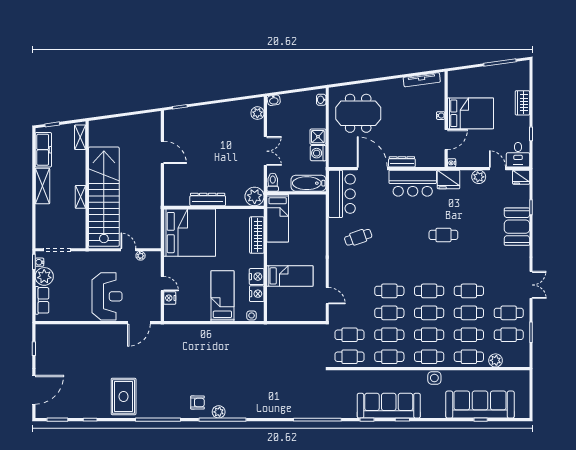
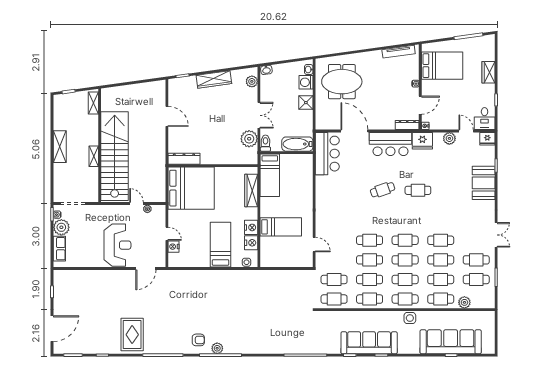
wardrobe: (215, 111) -> (214, 79), added
bed: (470, 113) -> (442, 66), moved
freezer: (43, 150) -> (61, 114), removed
washing machine: (318, 153) -> (306, 82), moved
dresser: (402, 162) -> (407, 125), moved
plant: (255, 196) -> (249, 139), moved
dresser: (208, 200) -> (184, 159), moved
cafe table: (358, 237) -> (383, 190), moved

